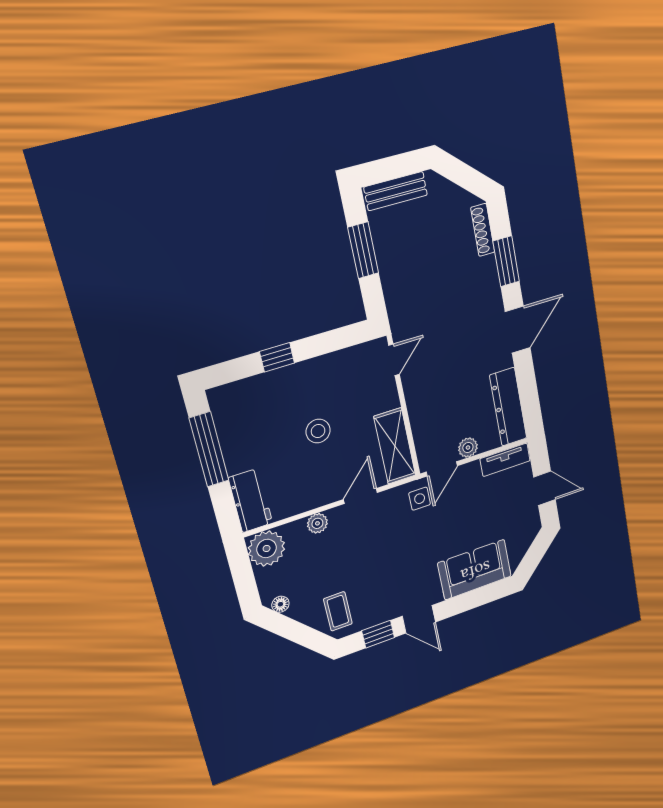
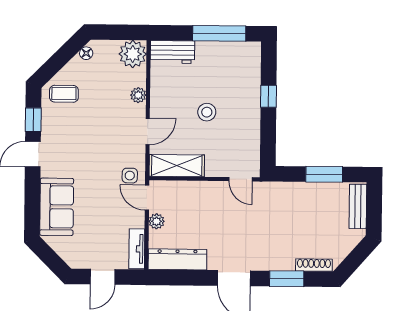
door: (360, 496) -> (148, 131), hinge flipped

